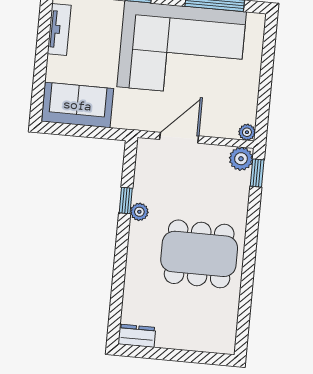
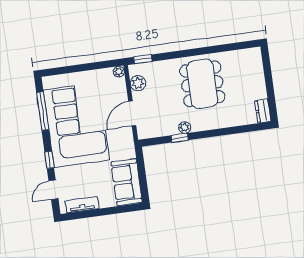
door: (179, 138) -> (132, 113), hinge flipped
plant: (241, 159) -> (138, 83), moved

